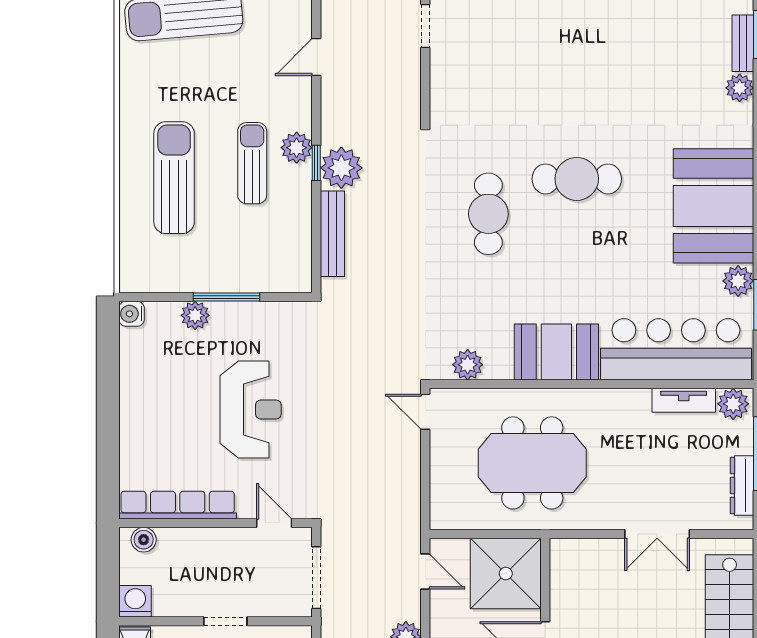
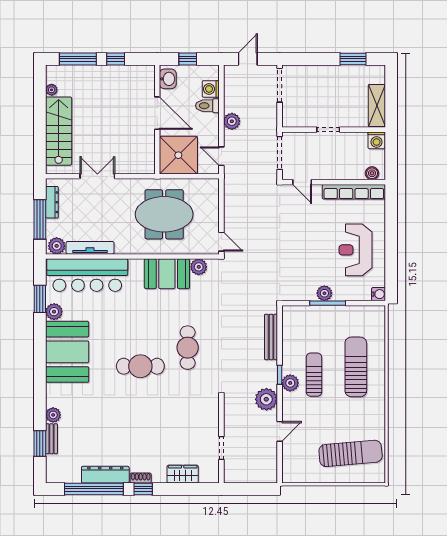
sun lounger: (252, 163) -> (314, 375), turned 180
plant: (341, 168) -> (266, 399), moved
sun lounger: (174, 178) -> (356, 367), turned 180
plant: (195, 315) -> (324, 293), moved
booth: (556, 352) -> (167, 274), moved
tv unit: (684, 400) -> (90, 248), width x1.41
reception desk: (251, 409) -> (355, 250), moved

